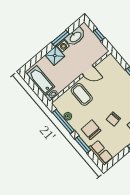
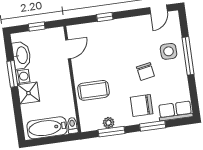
door: (88, 71) -> (68, 49), moved
window: (63, 121) -> (111, 132), width x0.69

